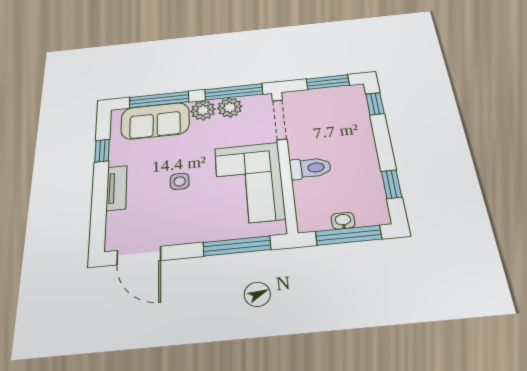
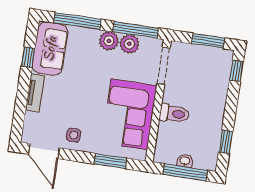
sofa: (155, 121) -> (50, 49), moved, turned -90
side table: (180, 181) -> (74, 135), moved
window: (237, 246) -> (110, 161), width x0.69

